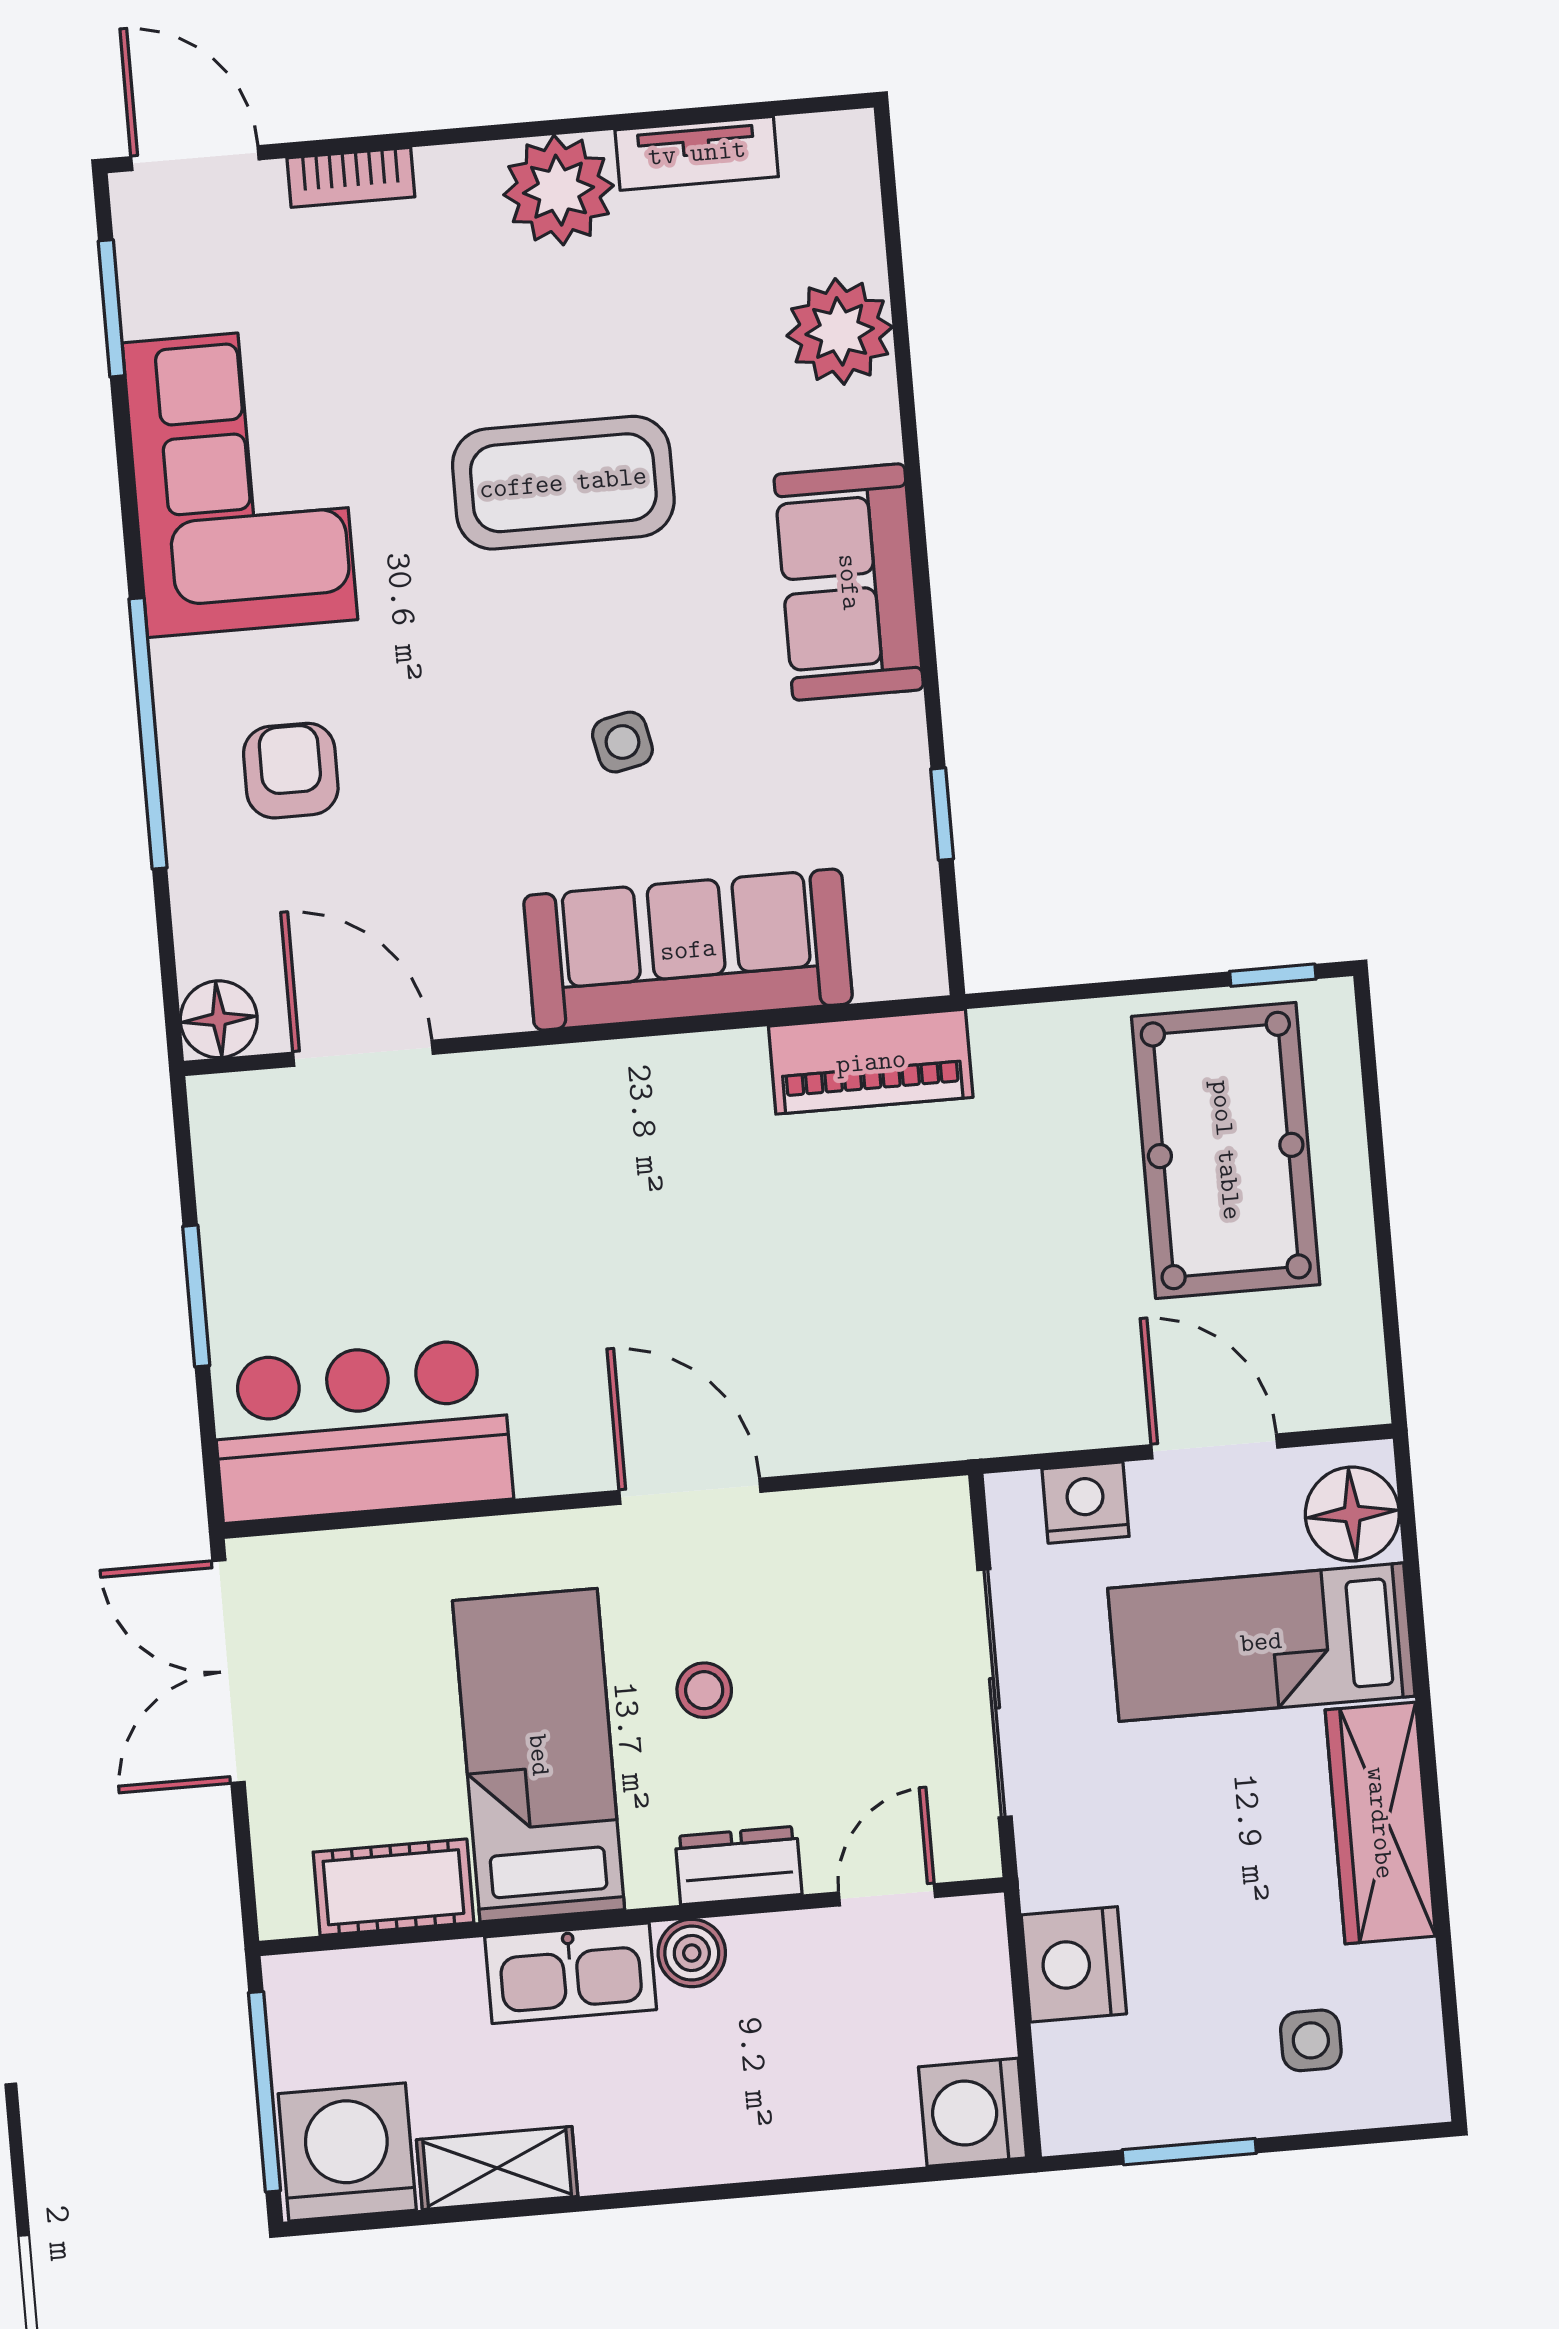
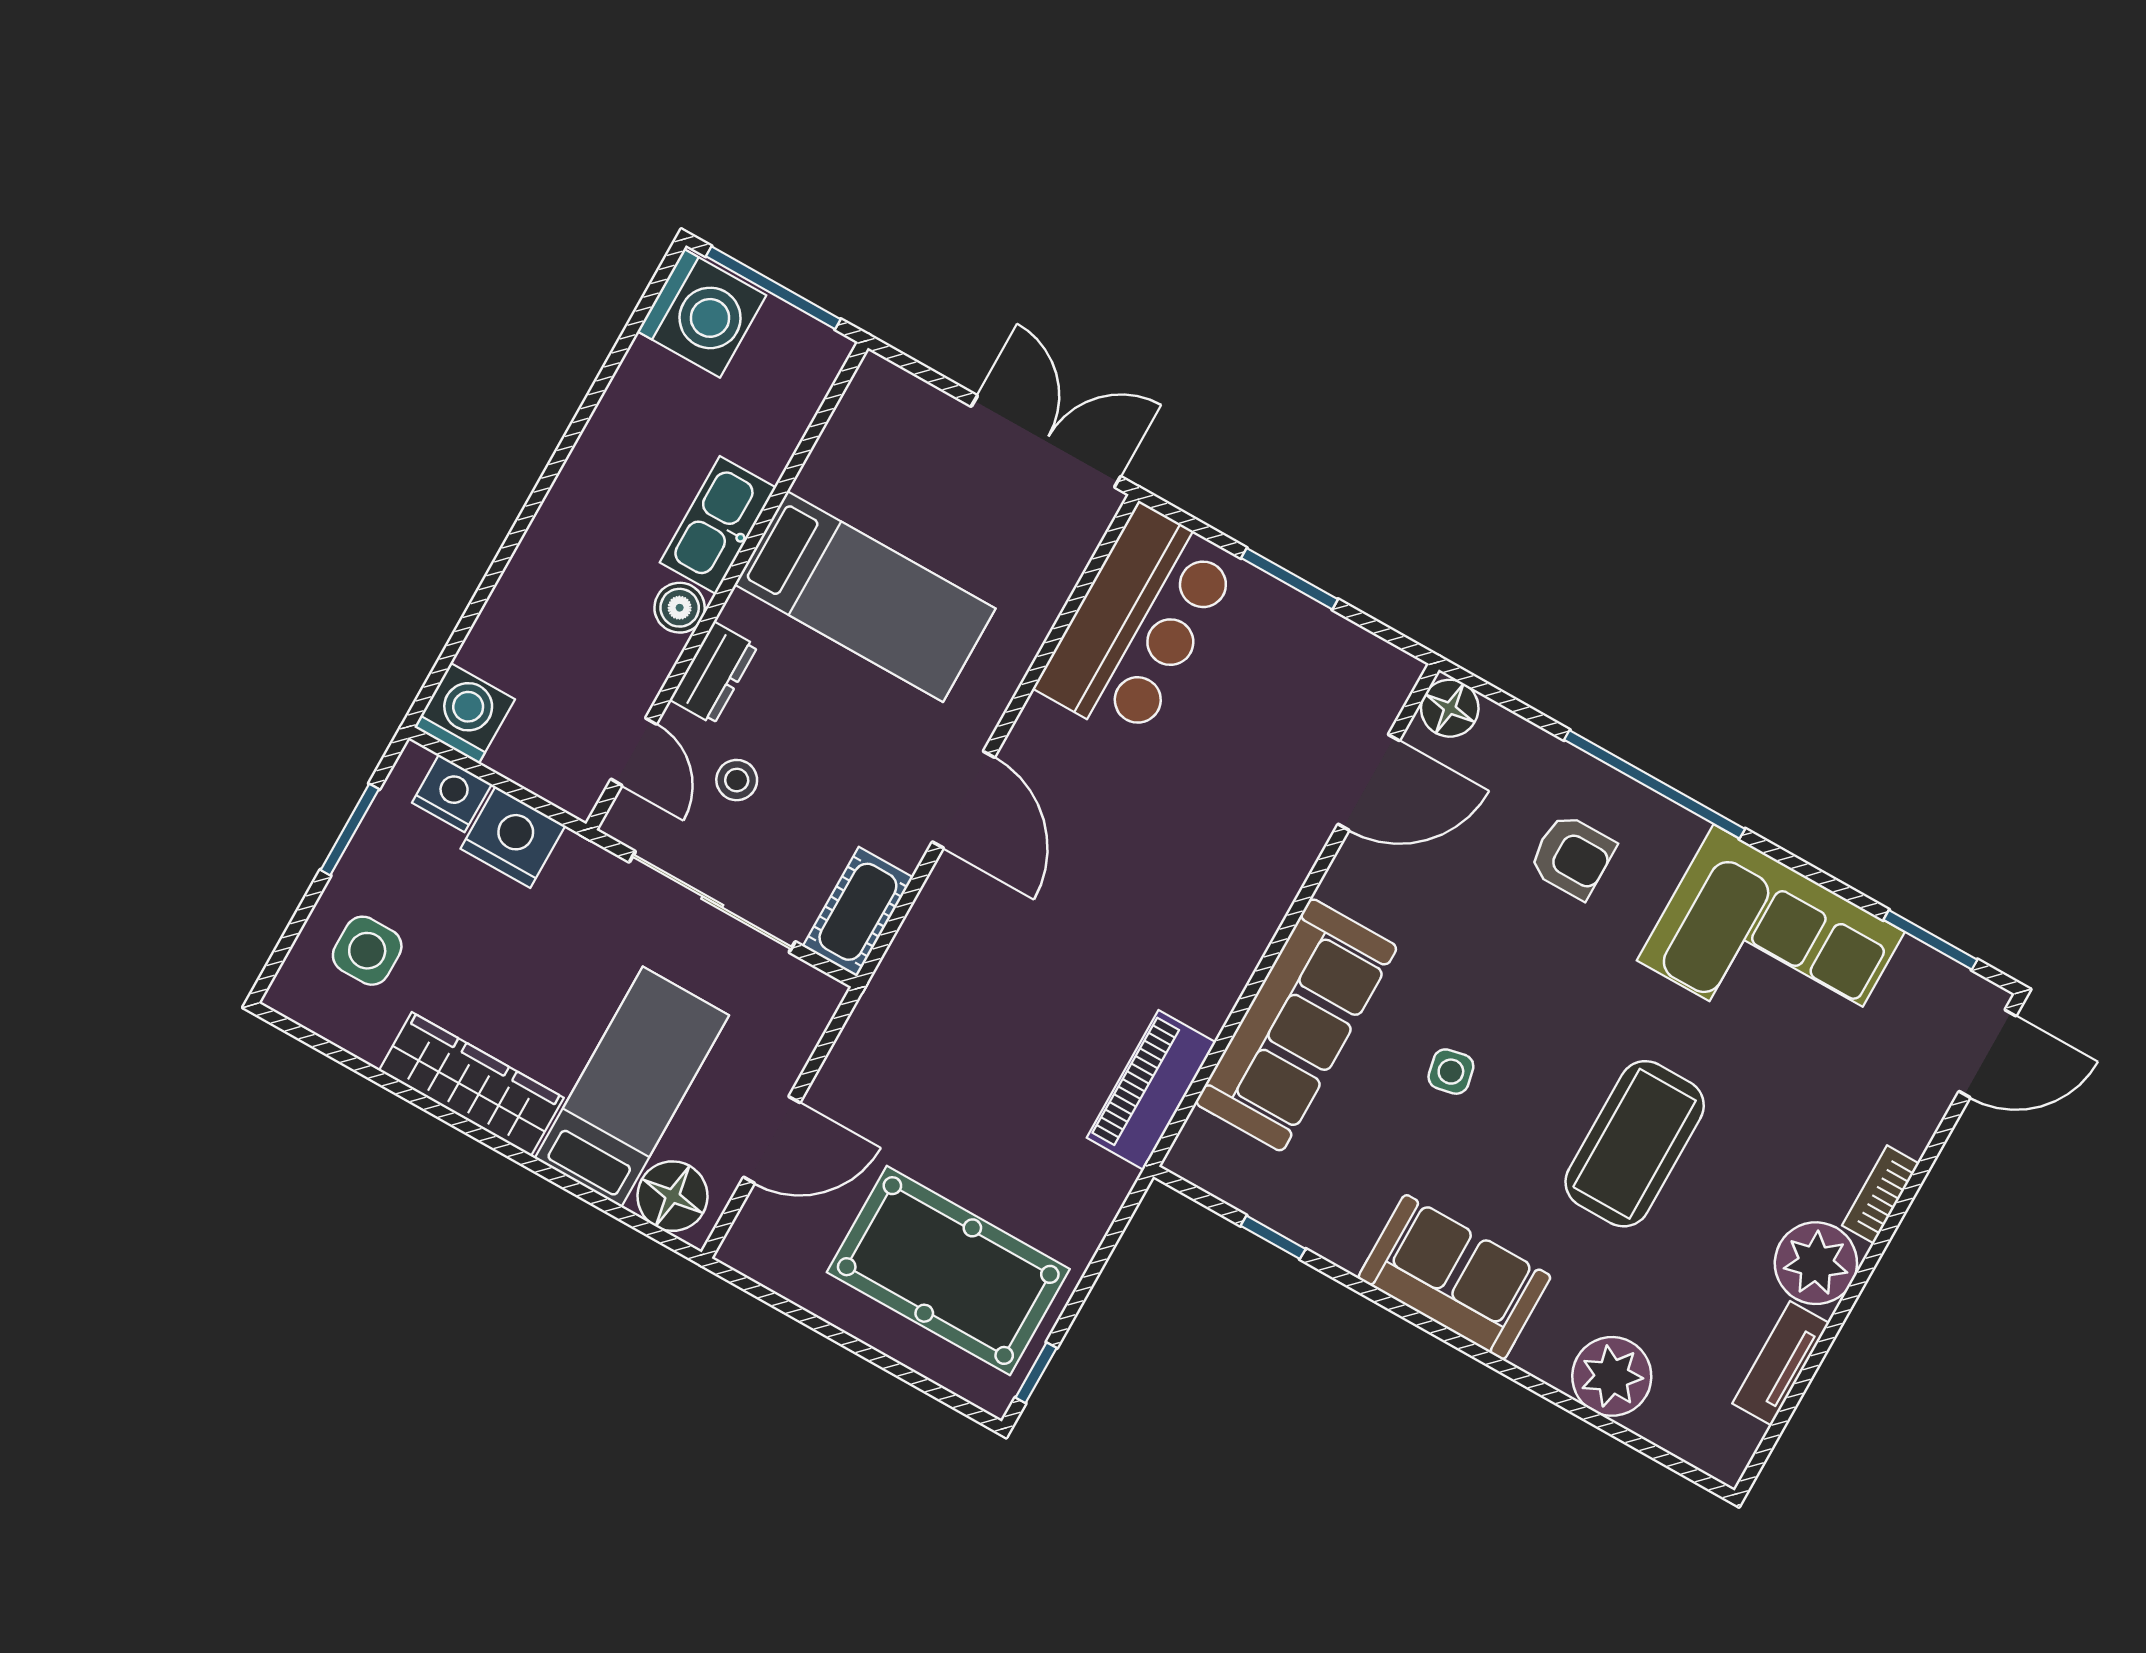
bookcase: (351, 177) -> (1881, 1194), moved
door: (690, 1491) -> (963, 800), hinge flipped
nightstand: (1086, 1503) -> (452, 793), moved, turned -90
stool: (704, 1690) -> (737, 780), moved
cot: (393, 1887) -> (858, 912), moved
side table: (1311, 2040) -> (367, 951), width x1.37, depth x1.37
shelving: (497, 2168) -> (629, 398), removed

